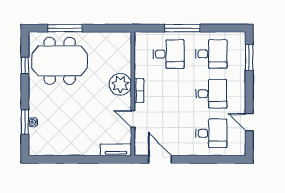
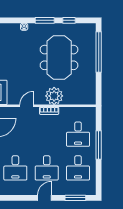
window: (65, 28) -> (99, 52), width x1.46
meeting table: (60, 61) -> (59, 57), moved
window: (25, 122) -> (45, 20), moved
door: (249, 122) -> (44, 198), moved

